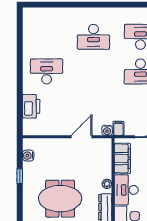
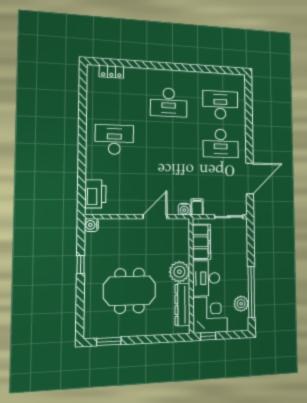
locker: (44, 13) -> (111, 72), added
printer: (31, 106) -> (95, 194), moved
water cooler: (28, 156) -> (91, 225), moved
plant: (107, 184) -> (179, 272), width x1.87, depth x1.87

